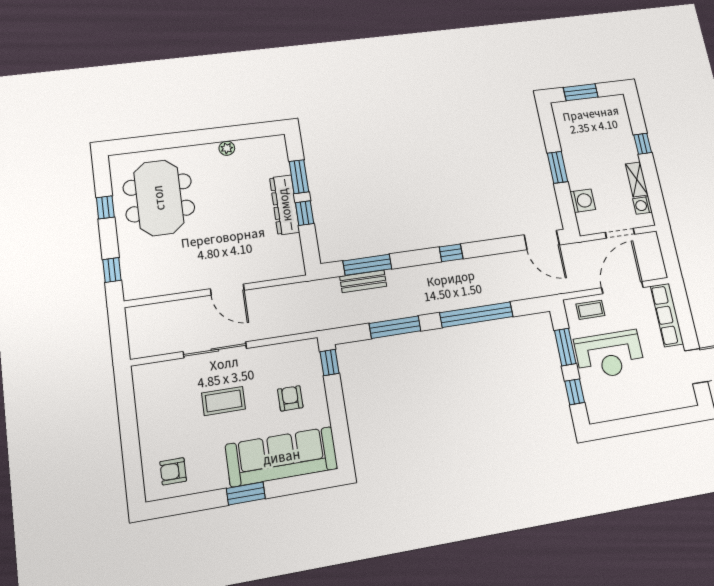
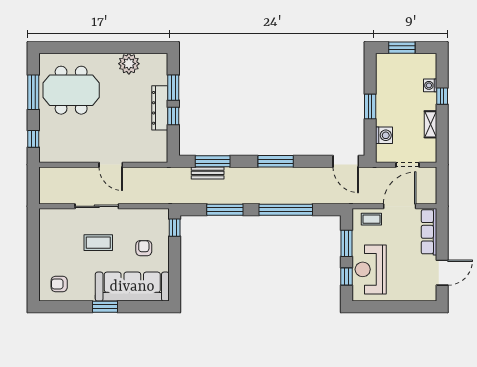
plant: (227, 148) -> (129, 64), width x1.87, depth x1.87
meeting table: (159, 198) -> (71, 90), turned 90
washing machine: (642, 205) -> (430, 85), moved
window: (105, 207) -> (33, 92), width x2.17
window: (451, 253) -> (276, 161), width x2.17
reception desk: (609, 355) -> (371, 269), moved, turned 90

